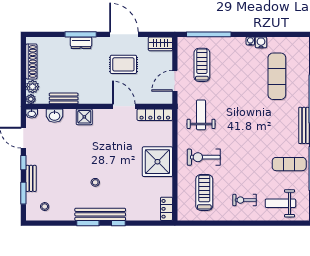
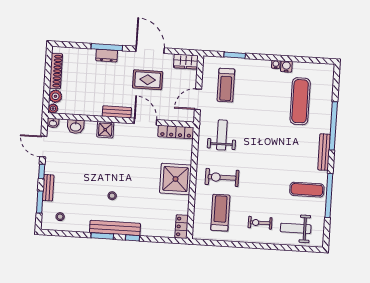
window: (209, 34) -> (235, 55), width x0.47
treadmill: (202, 65) -> (226, 85), turned 180
bench: (64, 98) -> (117, 112), moved

